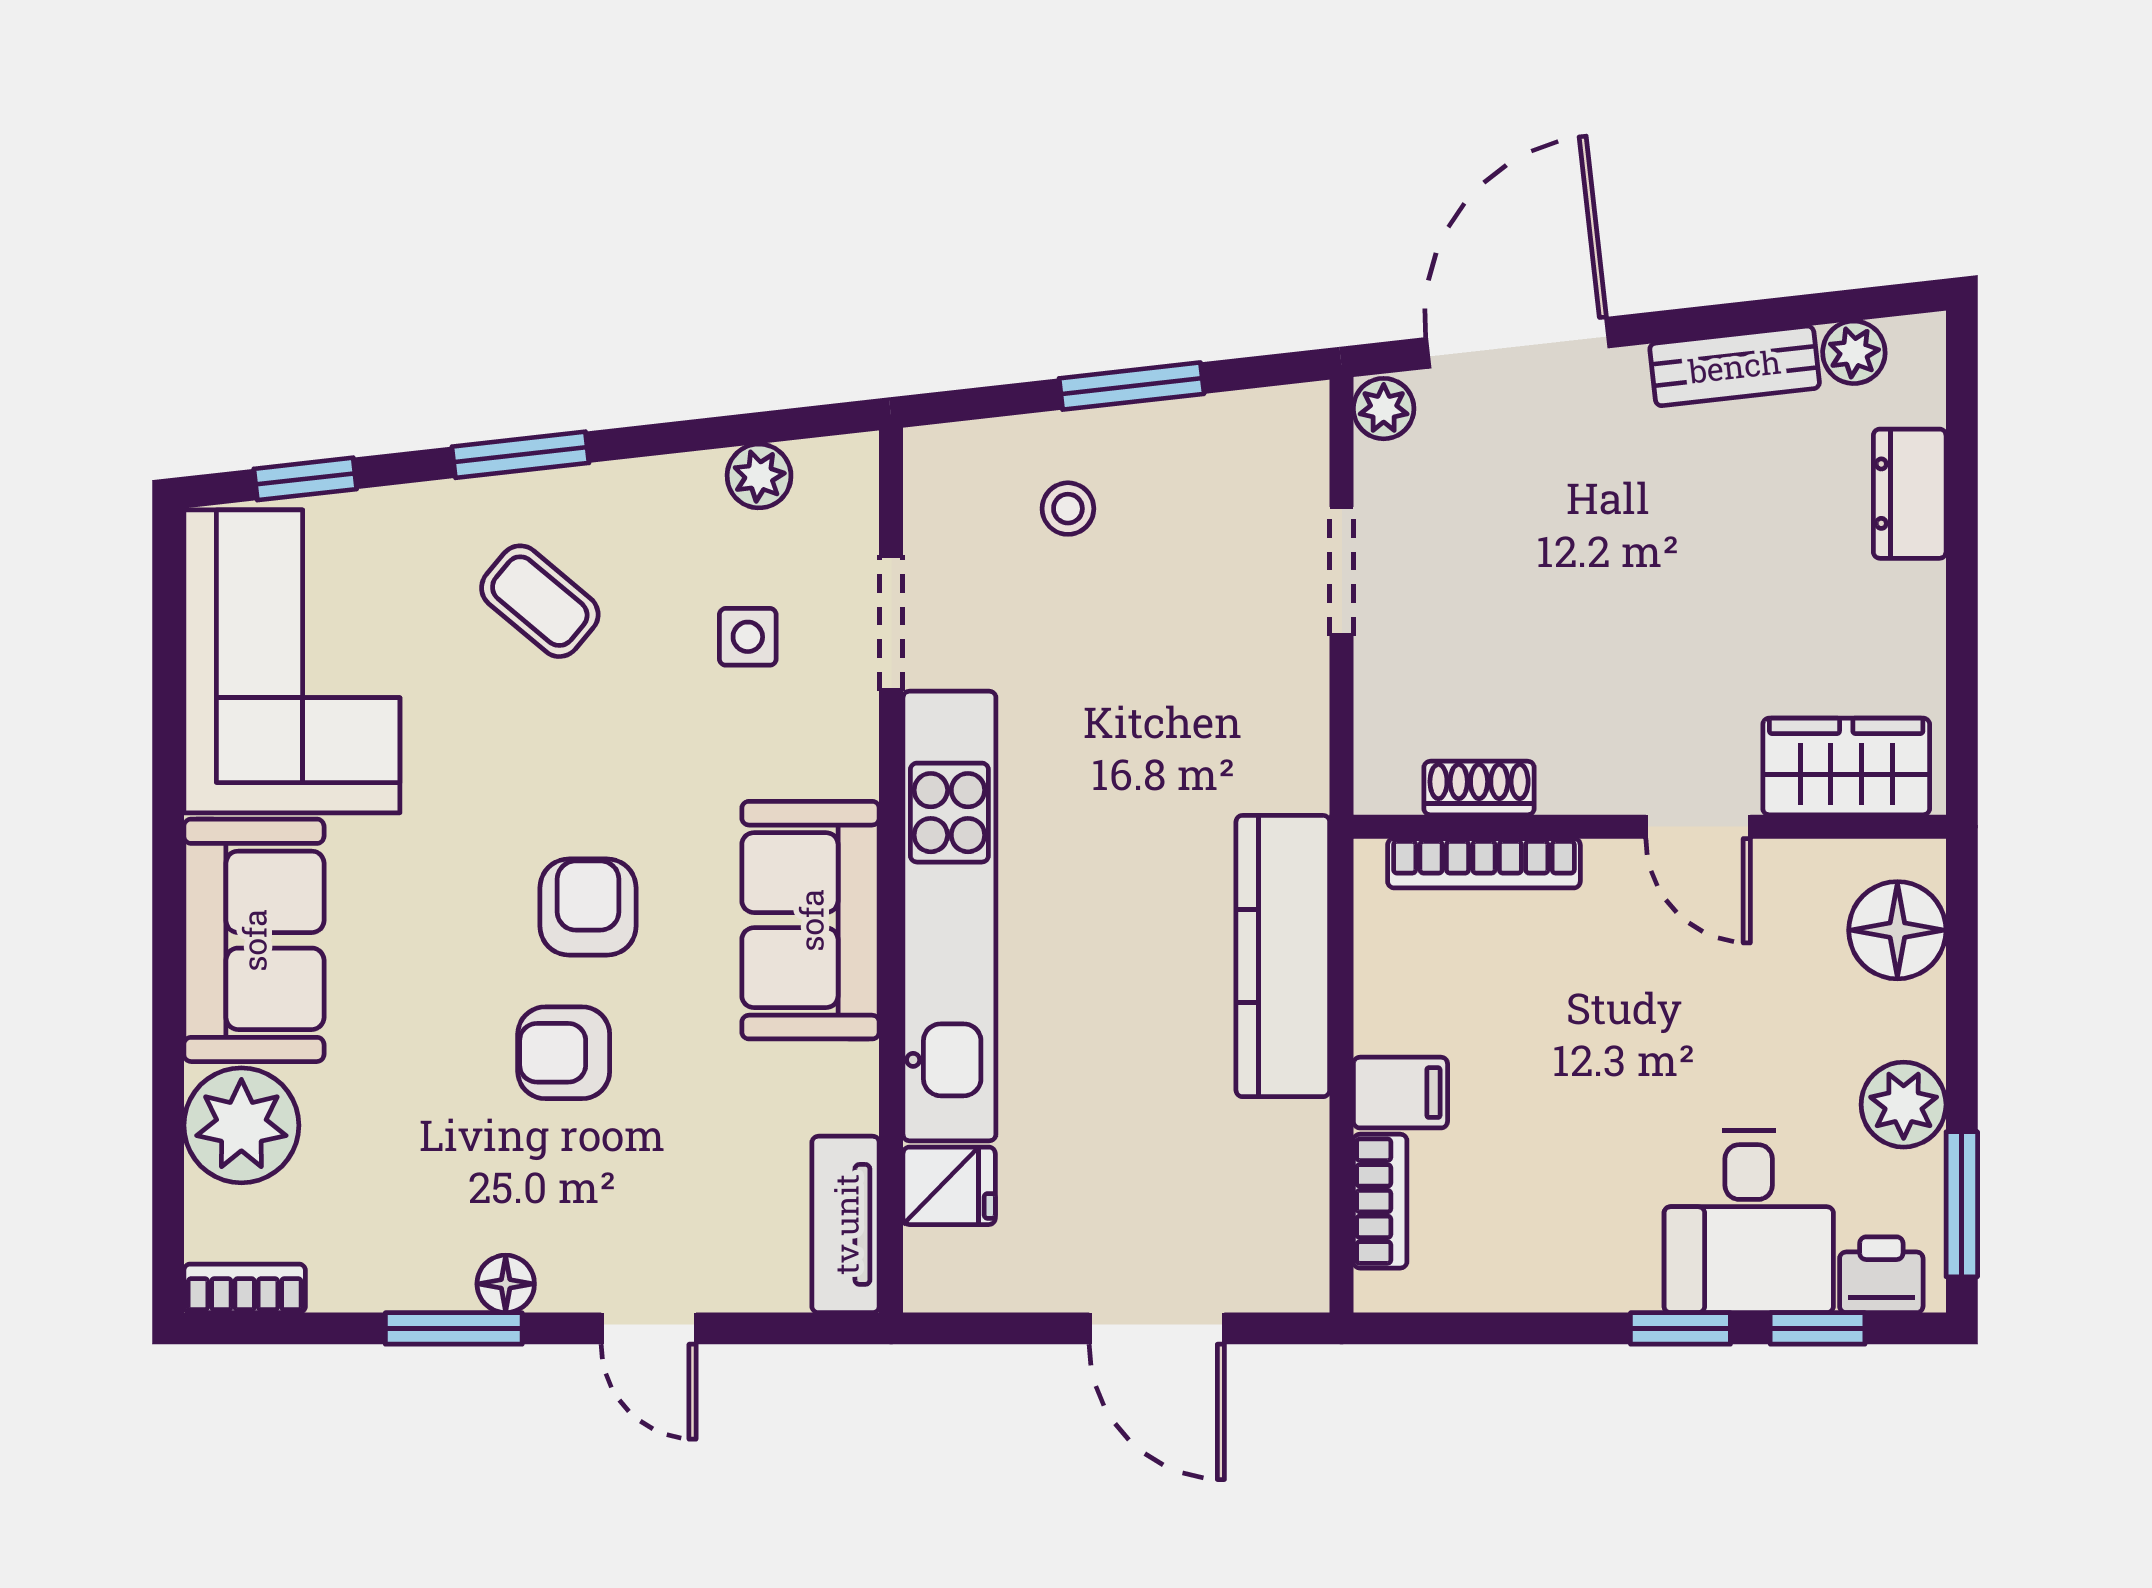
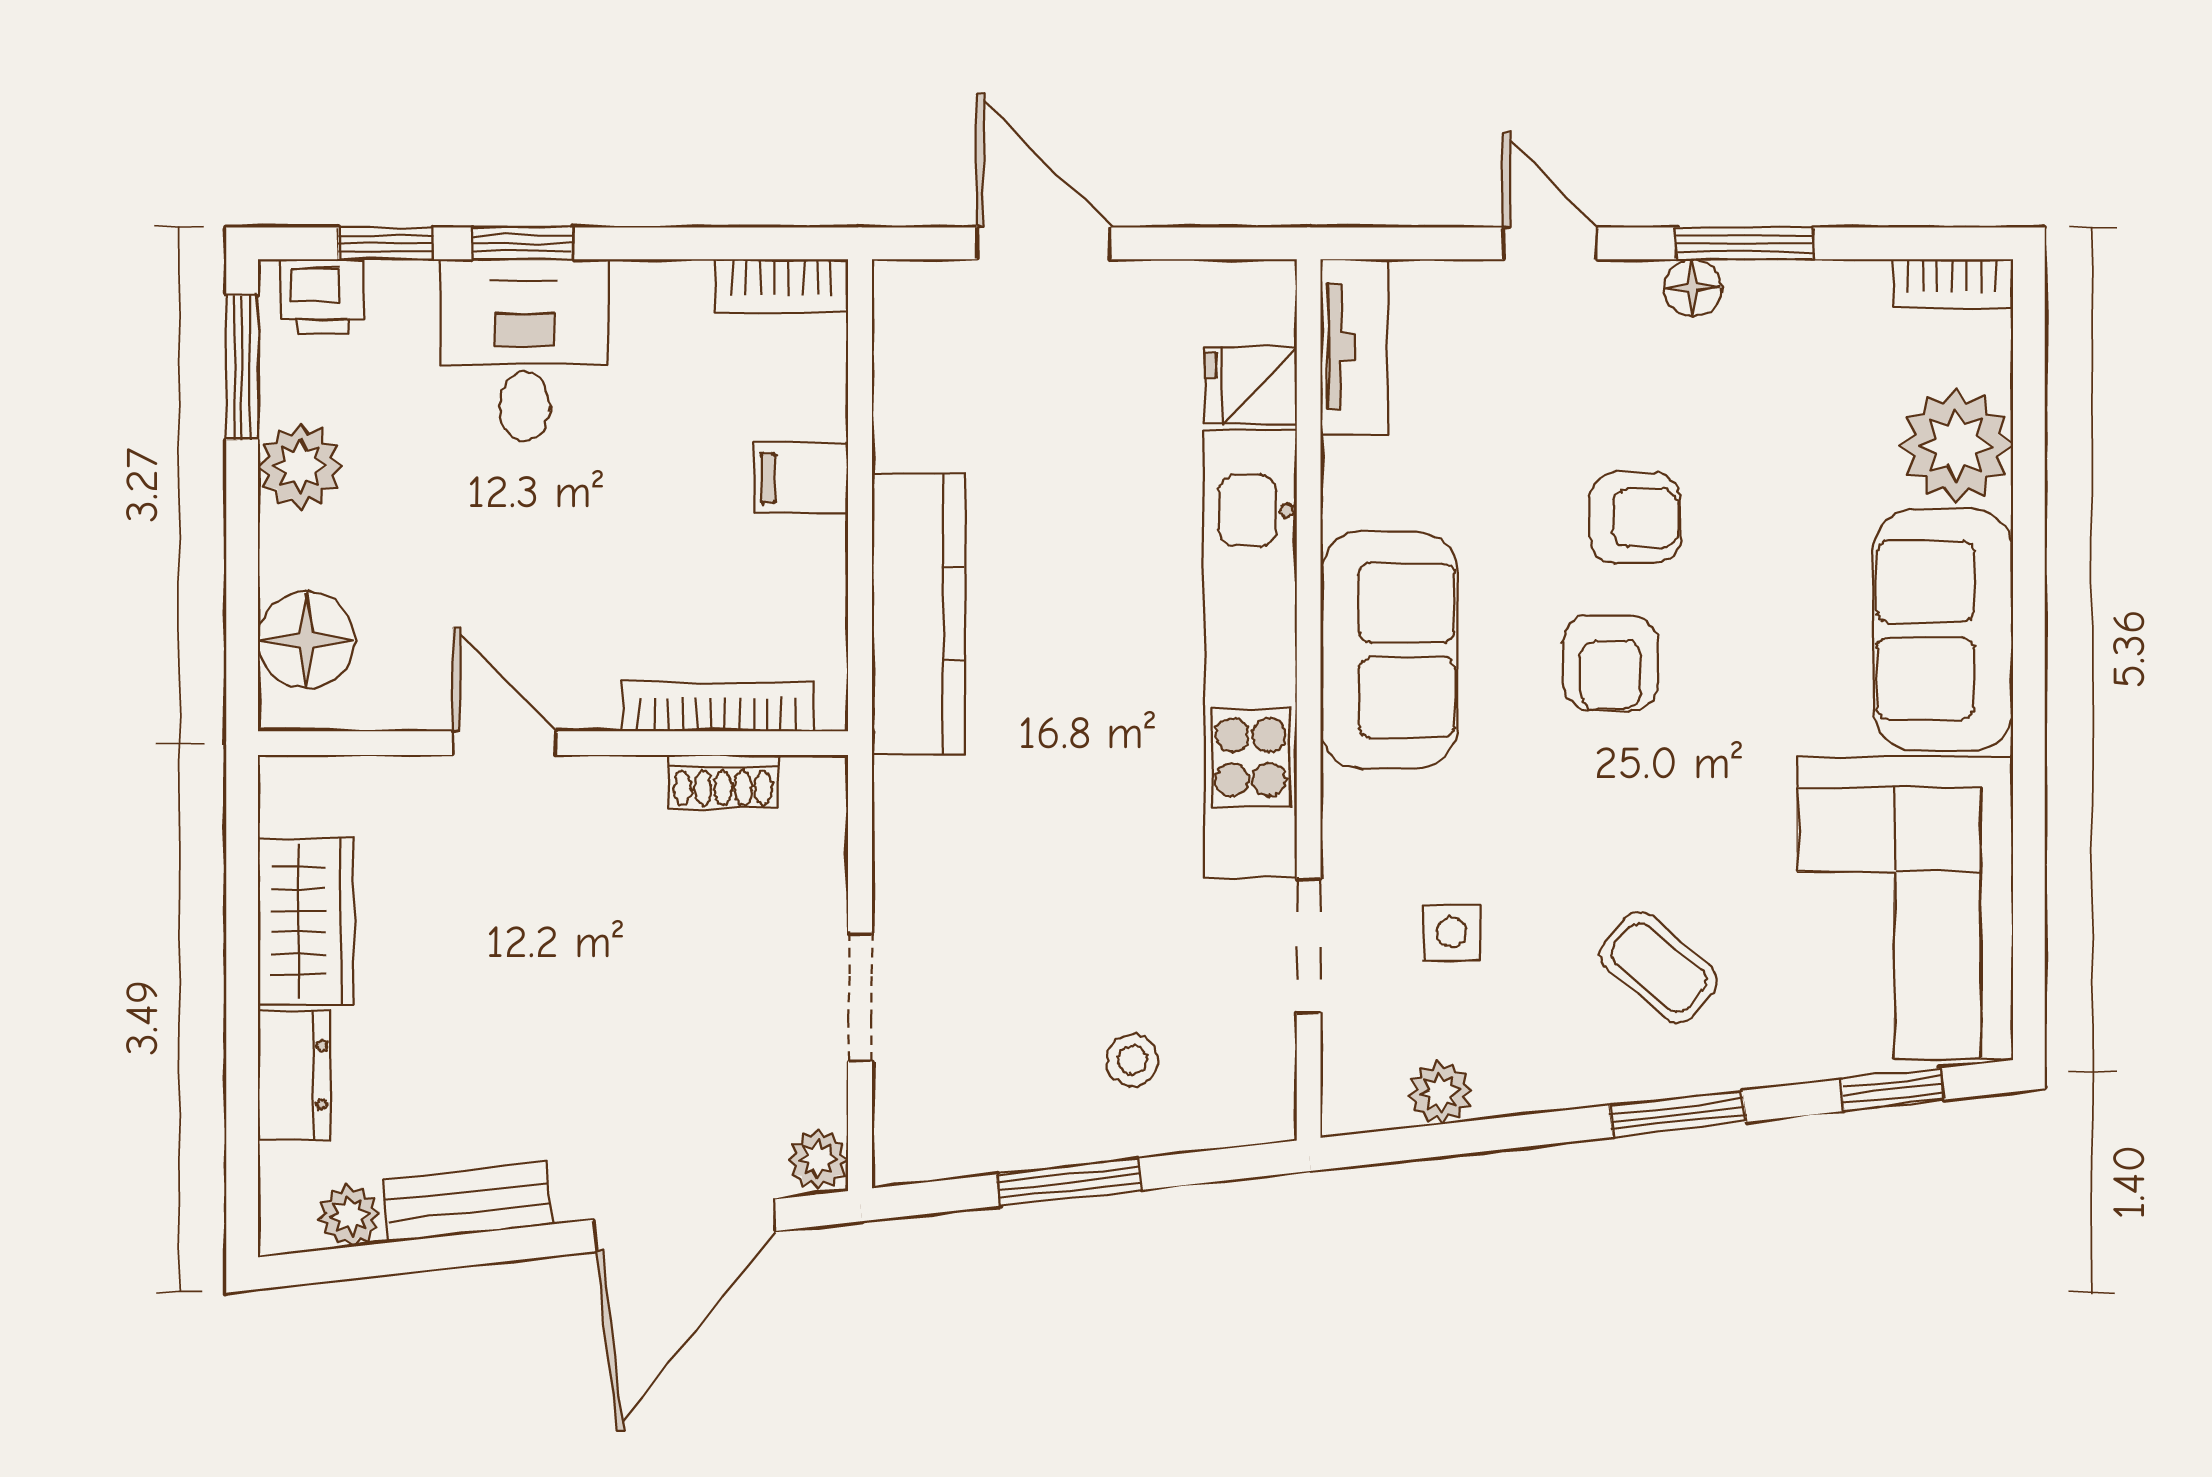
wardrobe: (1846, 766) -> (306, 921), moved, turned -90
bookcase: (1380, 1201) -> (782, 286), moved, turned -90
desk: (1749, 1221) -> (525, 350), moved

